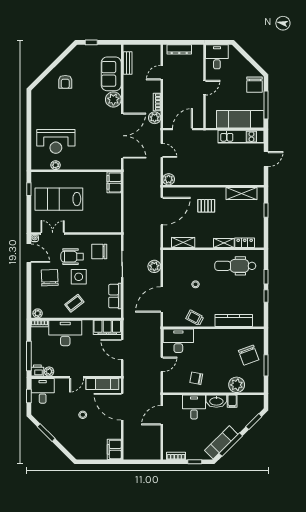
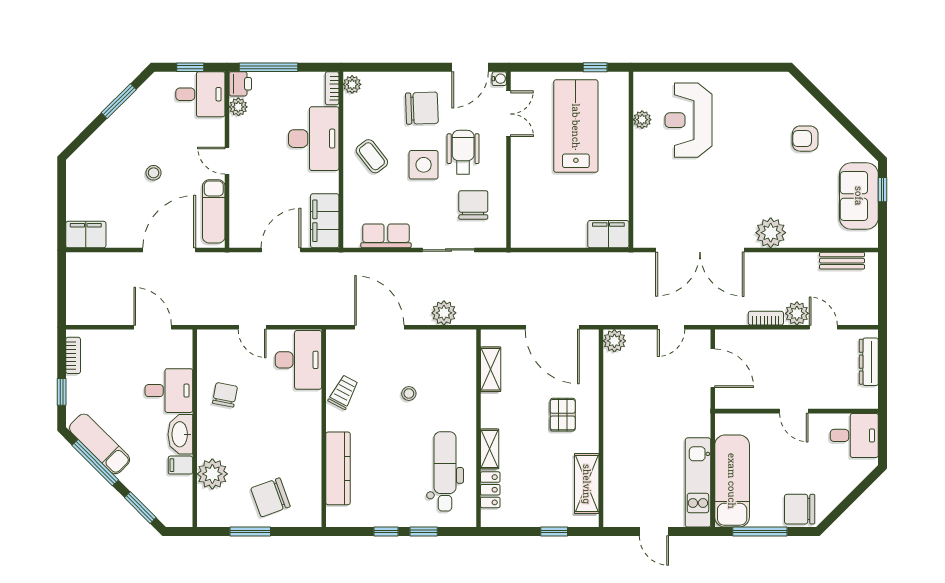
sofa: (111, 74) -> (859, 196), moved, turned -90
plant: (155, 118) -> (797, 313), moved

